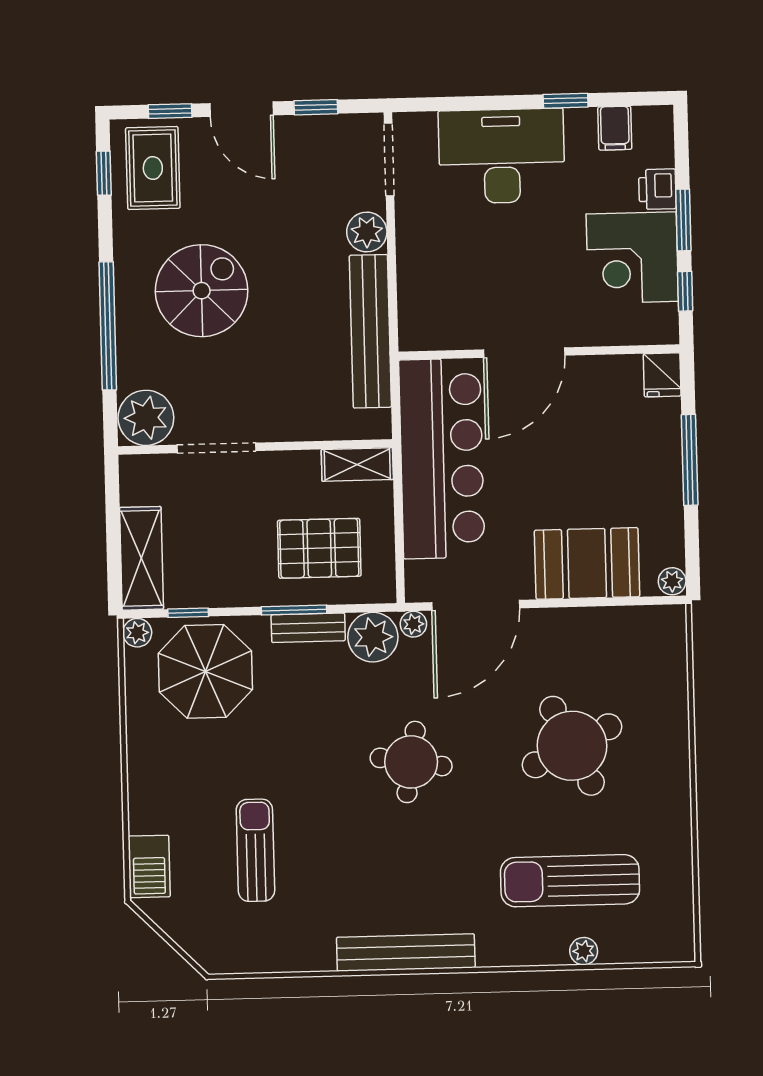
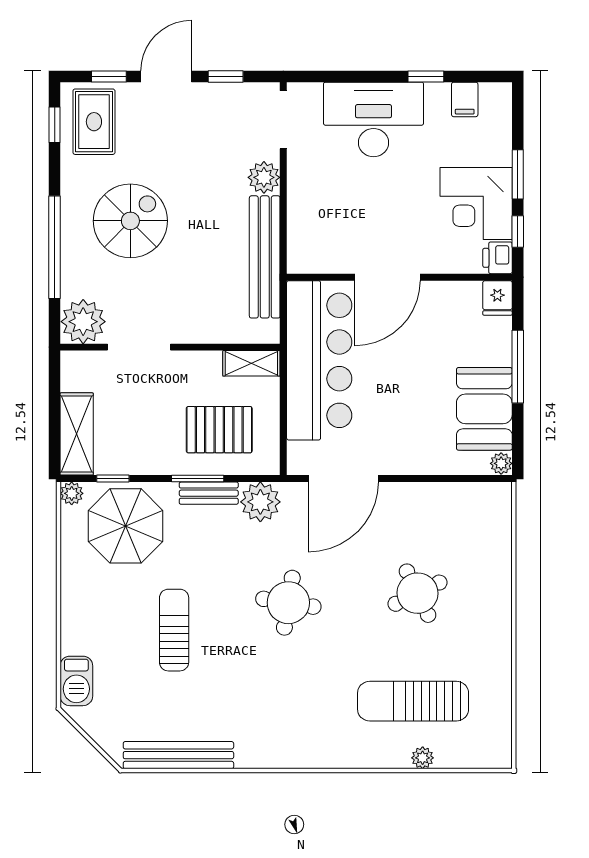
door: (242, 109) -> (166, 76), swing flipped
printer: (657, 189) -> (498, 258), moved
booth: (587, 563) -> (484, 409), moved, turned 90
plant: (413, 624) -> (293, 492), removed
round table: (572, 746) -> (418, 593), width x0.73, depth x0.73
sun lounger: (255, 850) -> (174, 630), moved
bench: (406, 952) -> (178, 755), moved

